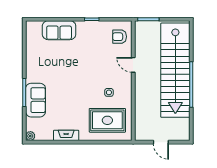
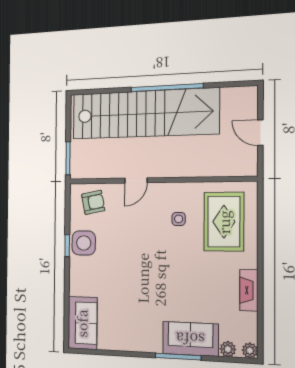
sofa: (59, 30) -> (82, 323), moved
side table: (93, 30) -> (84, 243), added
armchair: (120, 37) -> (93, 202), turned -101
plant: (30, 123) -> (228, 349), added
door: (161, 142) -> (260, 133), swing flipped

